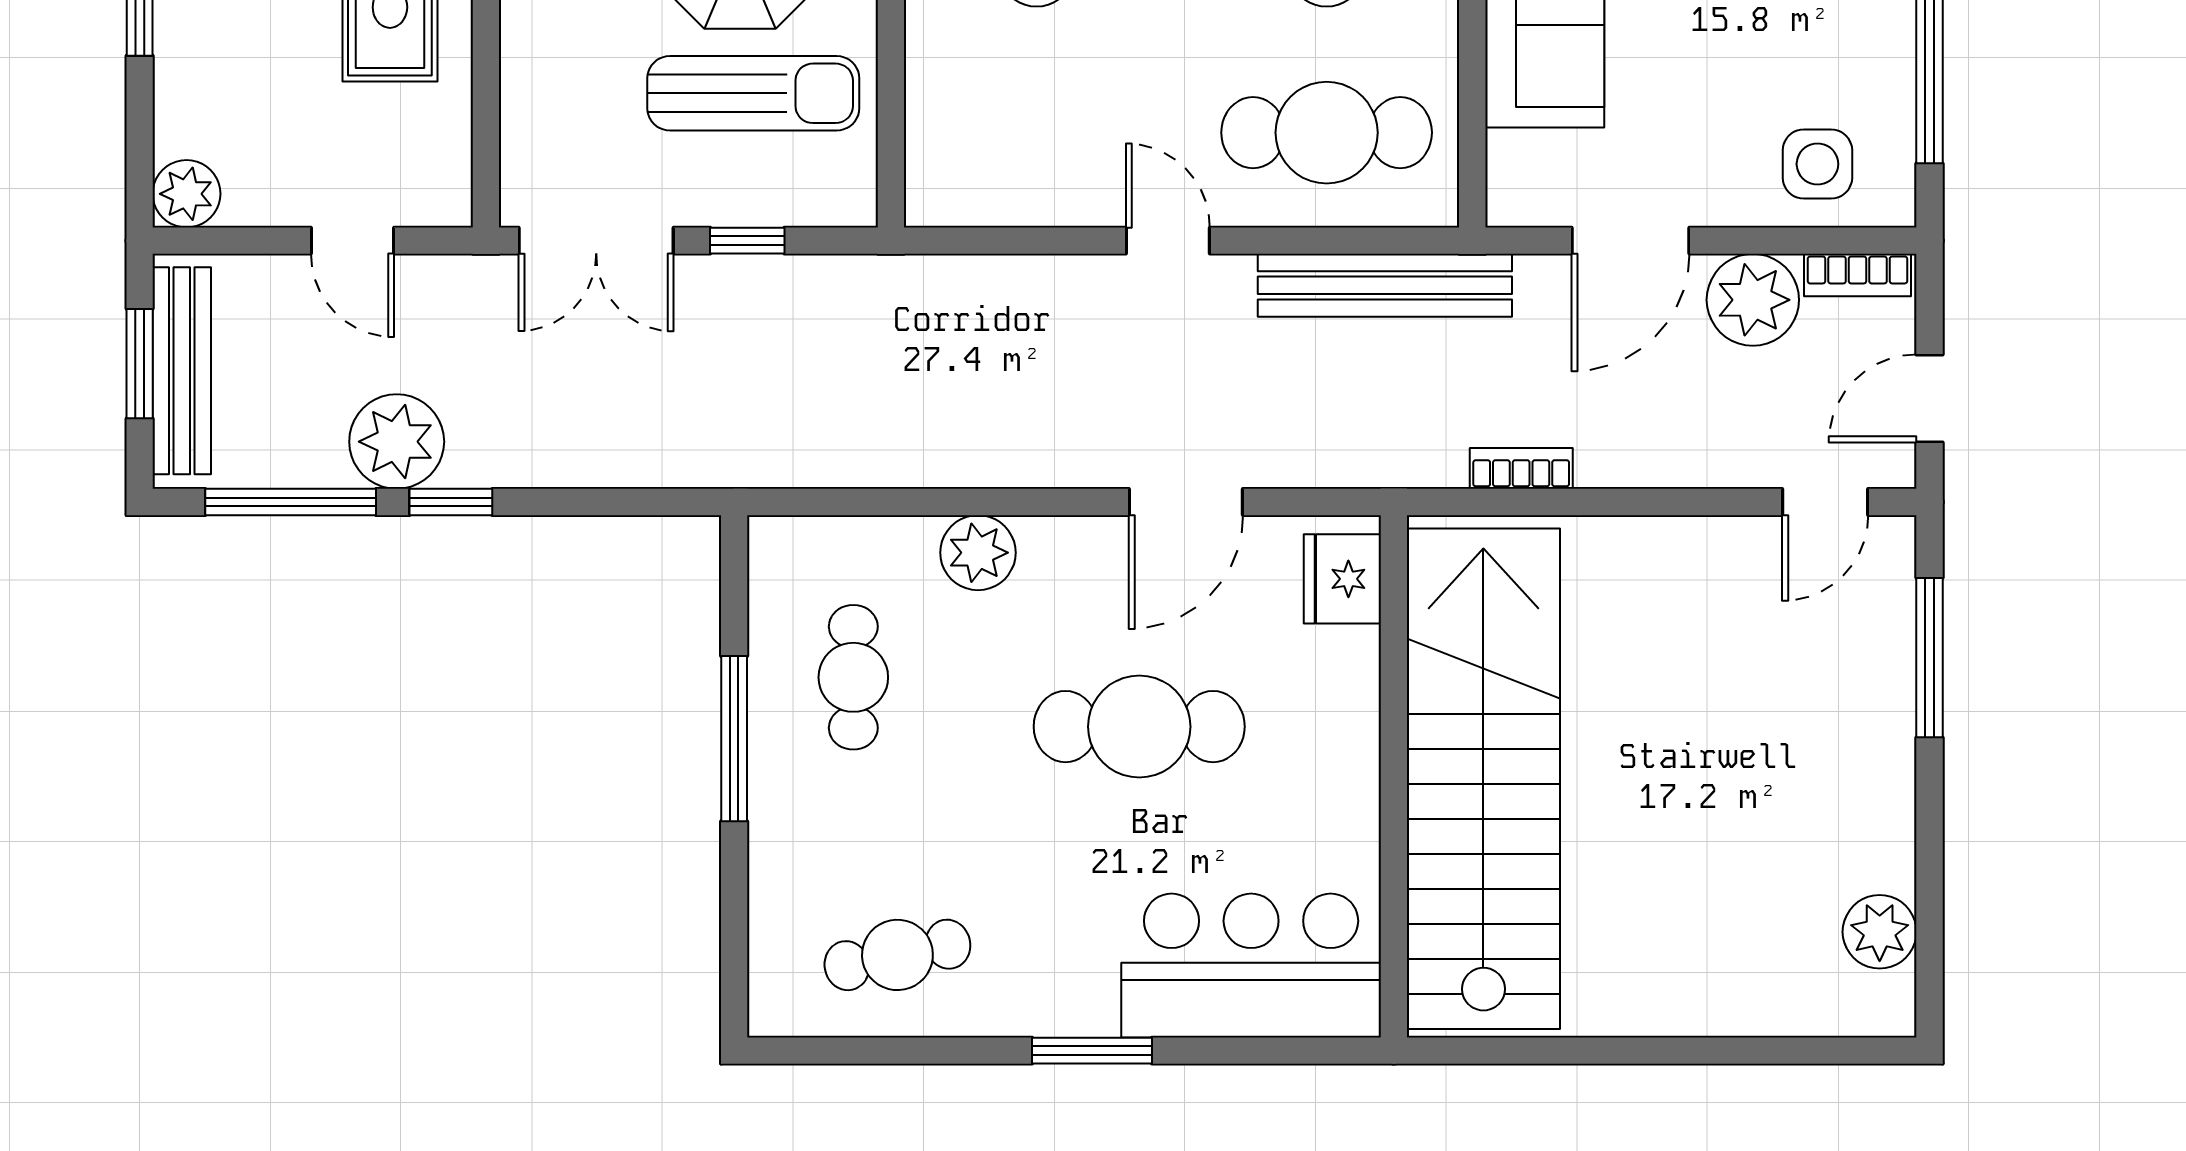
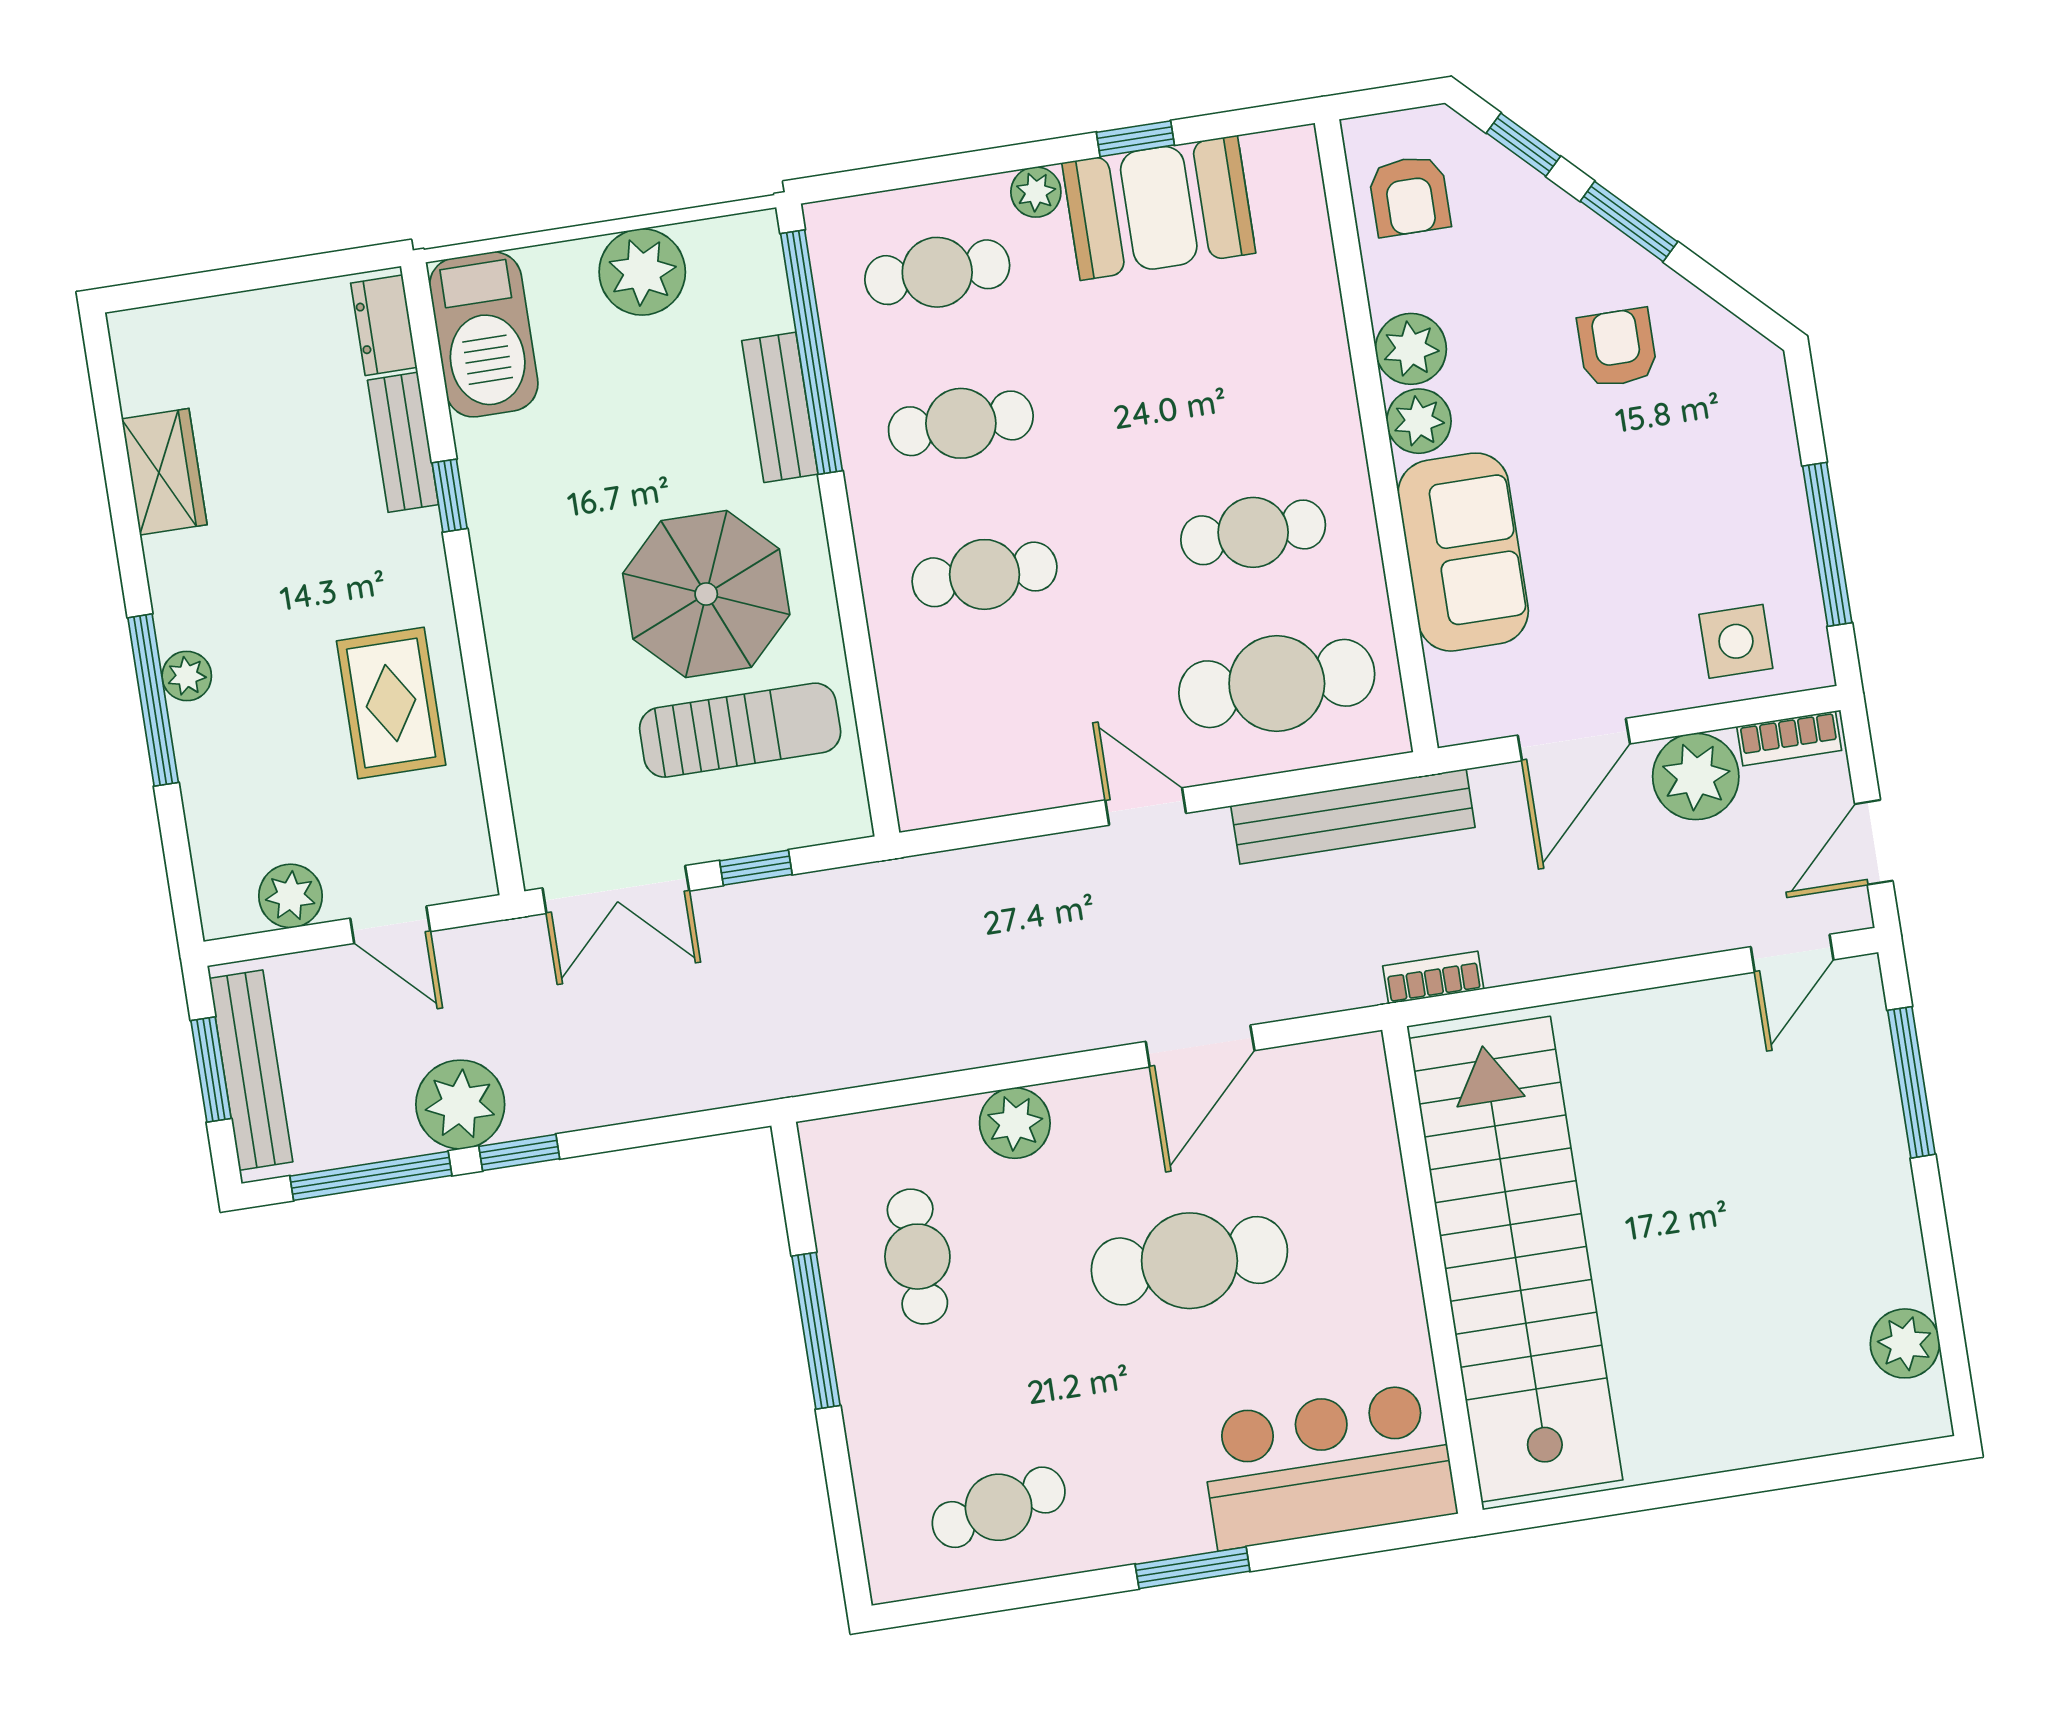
plant: (187, 194) -> (291, 896), moved
bookcase: (1521, 468) -> (1433, 978), moved
fridge: (1342, 579) -> (1356, 1094), removed

